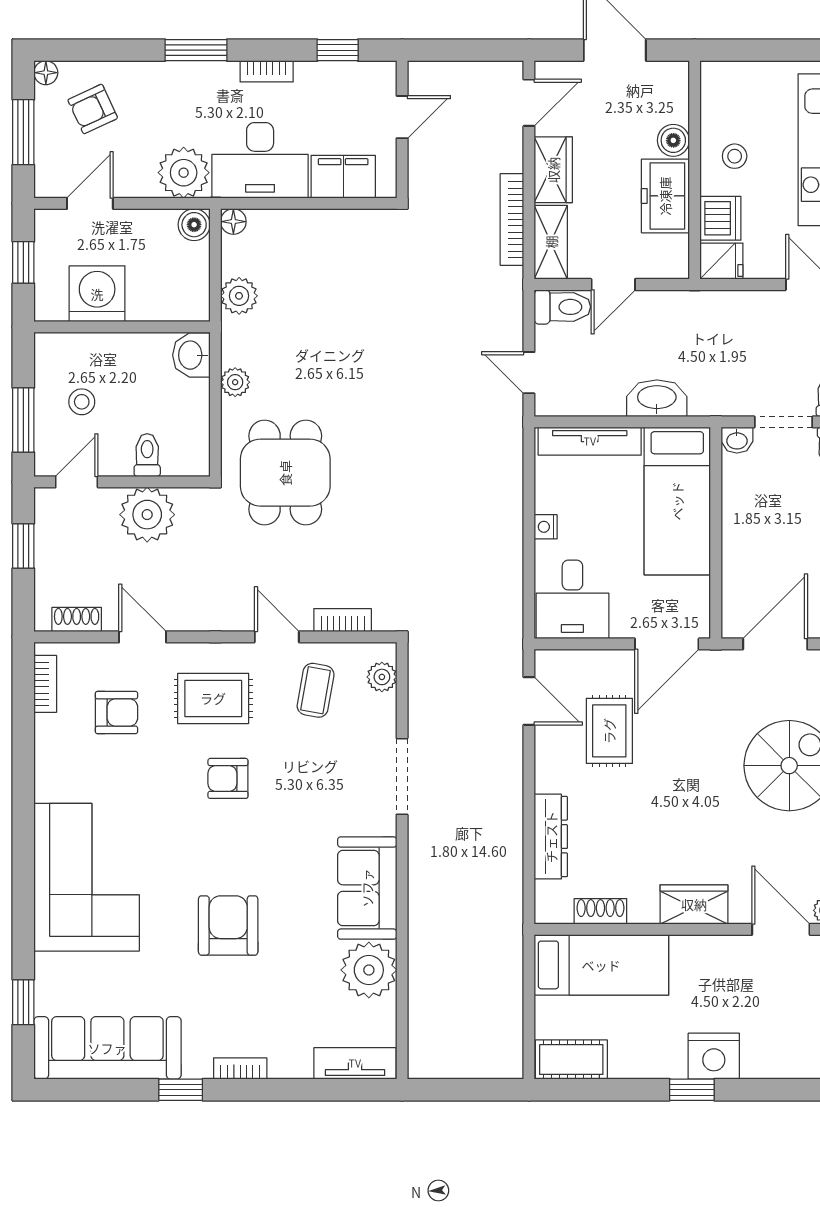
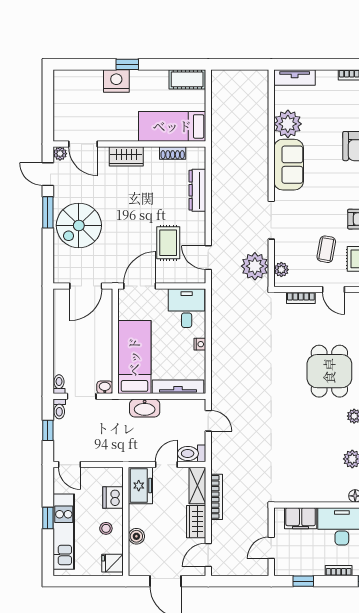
freezer: (665, 196) -> (140, 486), moved
fridge: (721, 261) -> (113, 563), moved
plant: (435, 684) -> (255, 266), added
coffee table: (316, 690) -> (326, 249), moved

